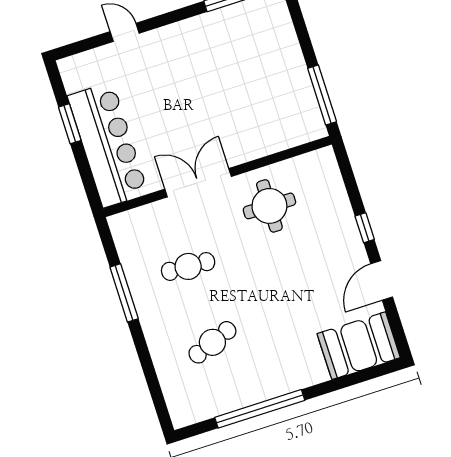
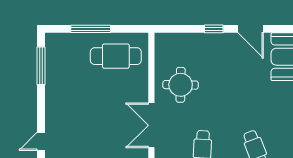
window: (322, 95) -> (91, 29), moved
cafe table: (281, 100) -> (116, 56), added

